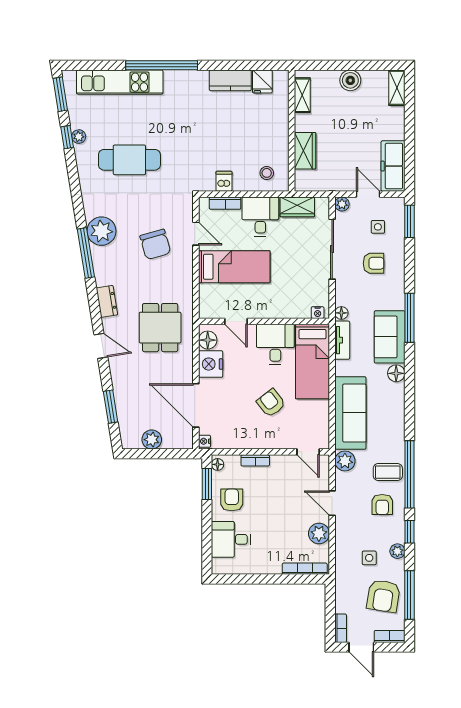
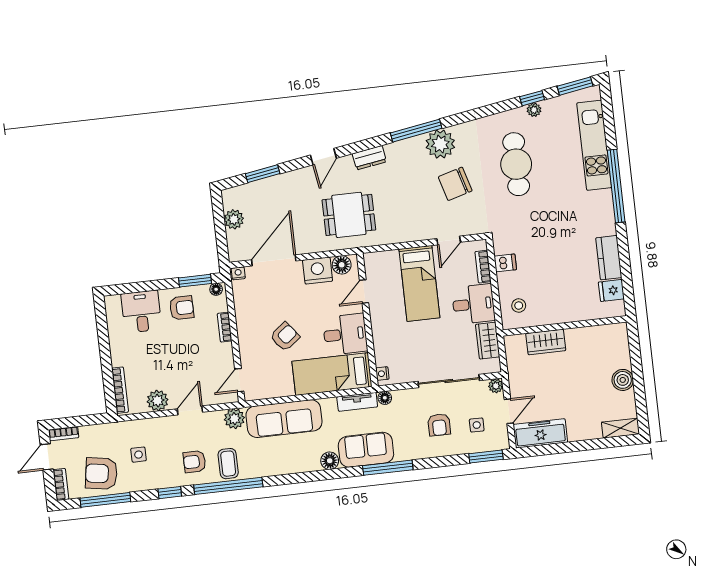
shelving: (302, 95) -> (602, 333), removed
chair: (155, 244) -> (455, 184), moved
plant: (397, 551) -> (149, 483), removed

